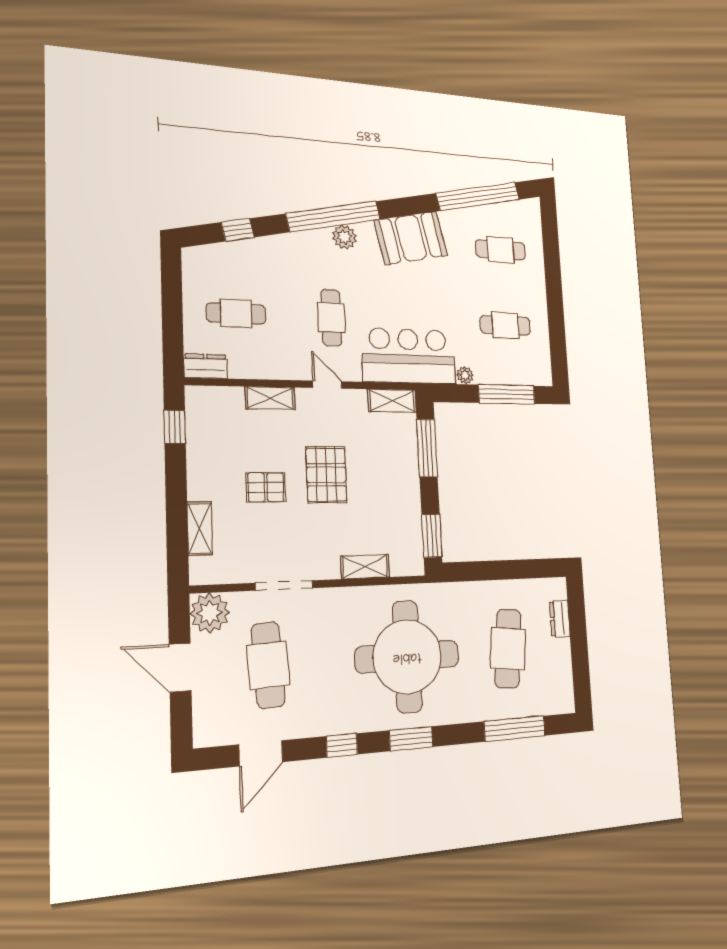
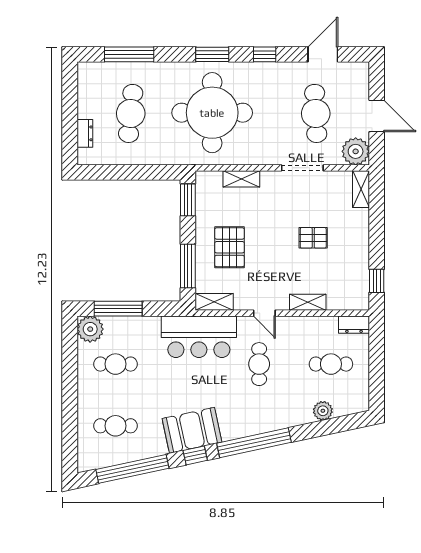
window: (238, 230) -> (195, 455), moved
plant: (344, 237) -> (323, 411), moved
plant: (465, 375) -> (90, 329), moved, width x1.87, depth x1.87
pallet: (326, 475) -> (229, 247), moved
shelving: (200, 528) -> (361, 189), moved

